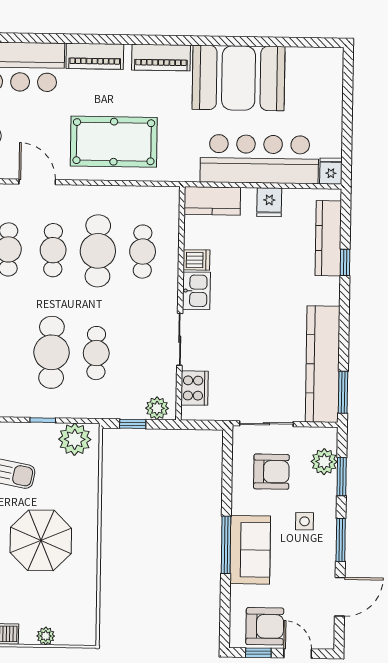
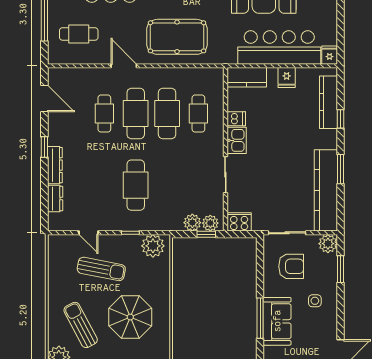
cafe table: (53, 250) -> (136, 114), width x1.37, depth x1.35
cafe table: (96, 353) -> (167, 185), removed
cooker: (195, 388) -> (239, 222), moved, turned -90
window: (343, 392) -> (340, 169), moved
plant: (131, 407) -> (192, 223), added
window: (133, 424) -> (206, 234), moved
plant: (324, 462) -> (328, 244), moved
window: (341, 540) -> (340, 313), removed

